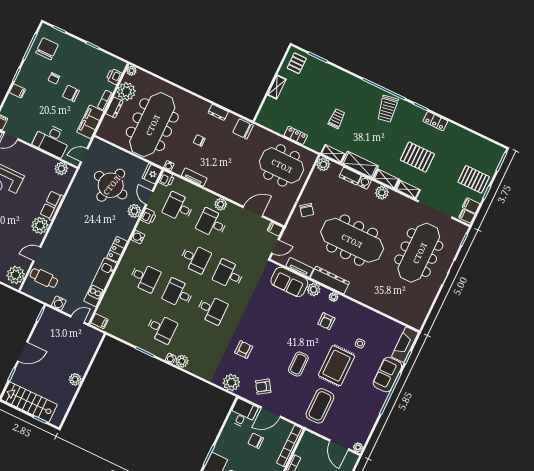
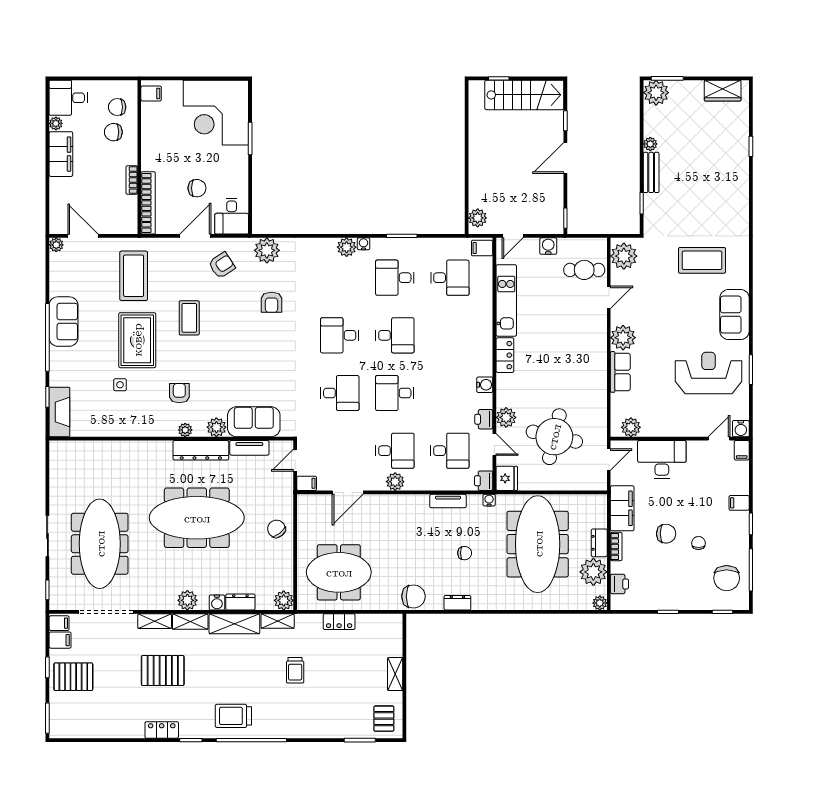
trolley: (388, 109) -> (233, 716), turned -80
desk: (145, 277) -> (450, 278), moved, turned 180
sofa: (387, 375) -> (64, 322), moved
plant: (75, 379) -> (478, 218), moved

